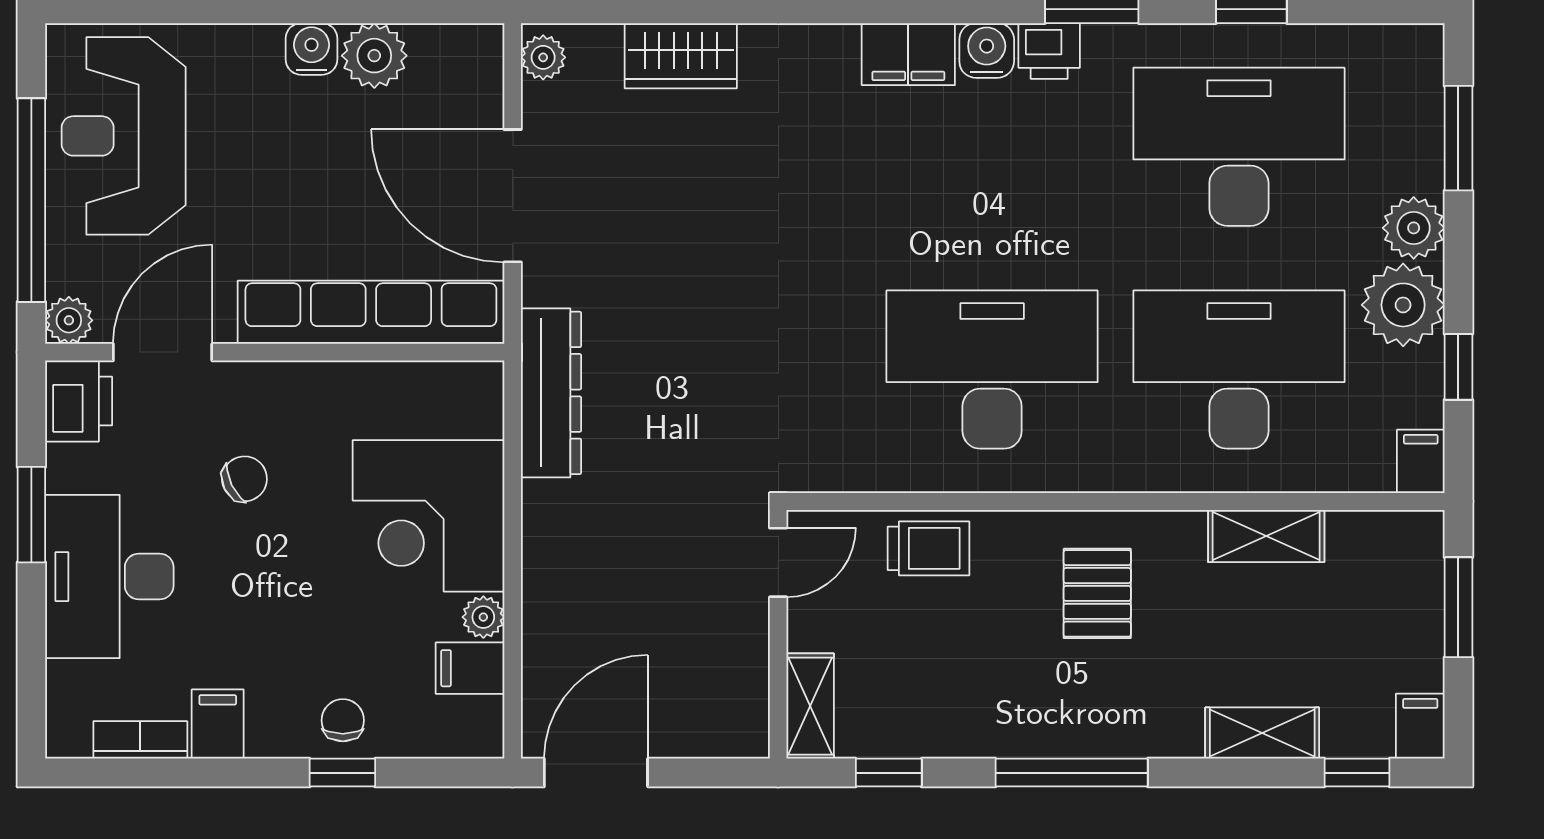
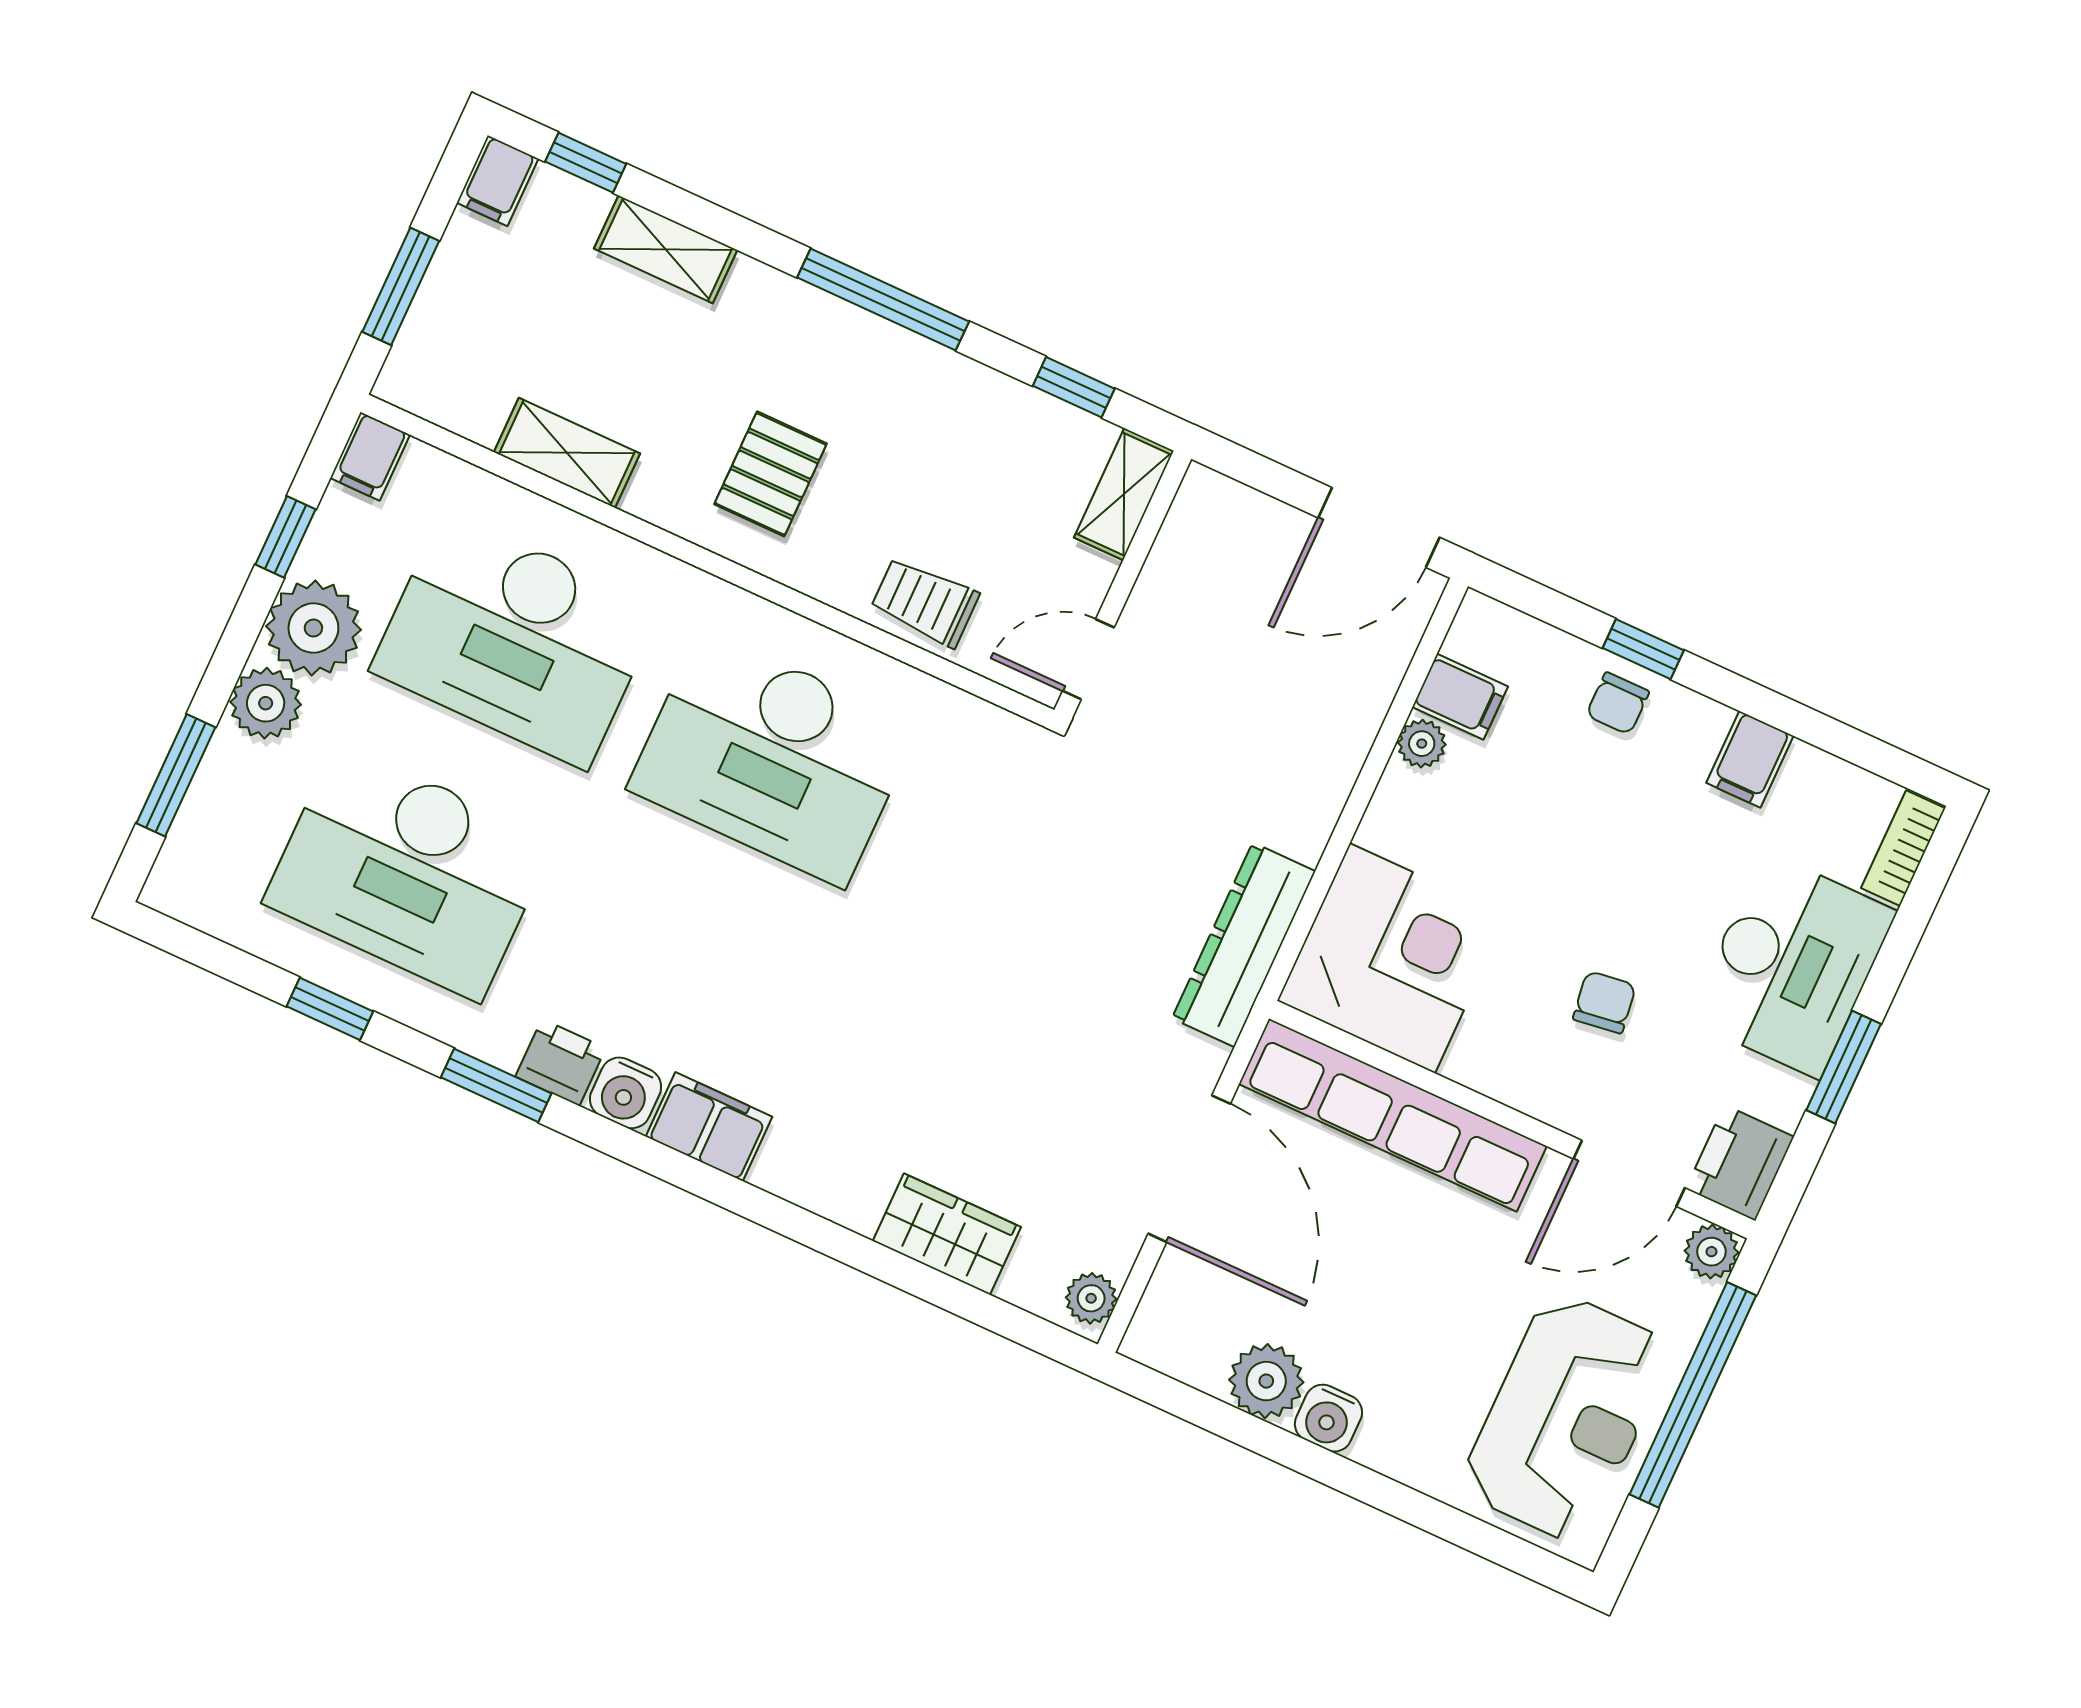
chair: (244, 479) -> (1604, 1002), turned 108
corner desk: (428, 516) -> (1392, 958), moved
bookcase: (140, 740) -> (1903, 848), moved, turned 90

